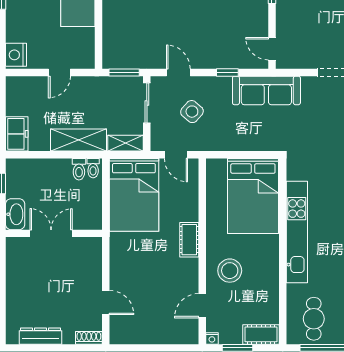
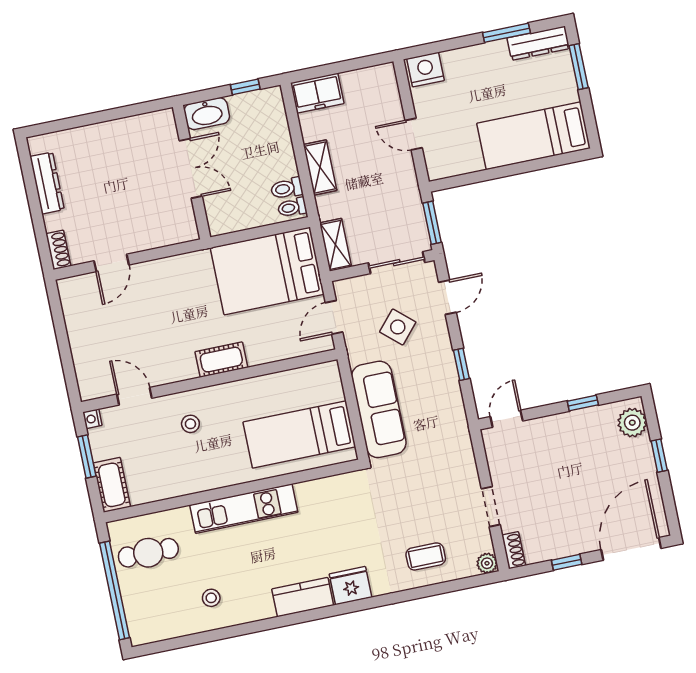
sofa: (266, 90) -> (379, 409), moved, turned 180
shelving: (78, 140) -> (320, 167), width x0.67, depth x0.75
bed: (253, 196) -> (299, 434), width x0.67
kitchen unit: (297, 232) -> (244, 509), width x0.73
stool: (230, 271) -> (190, 424), width x0.53, depth x0.53

